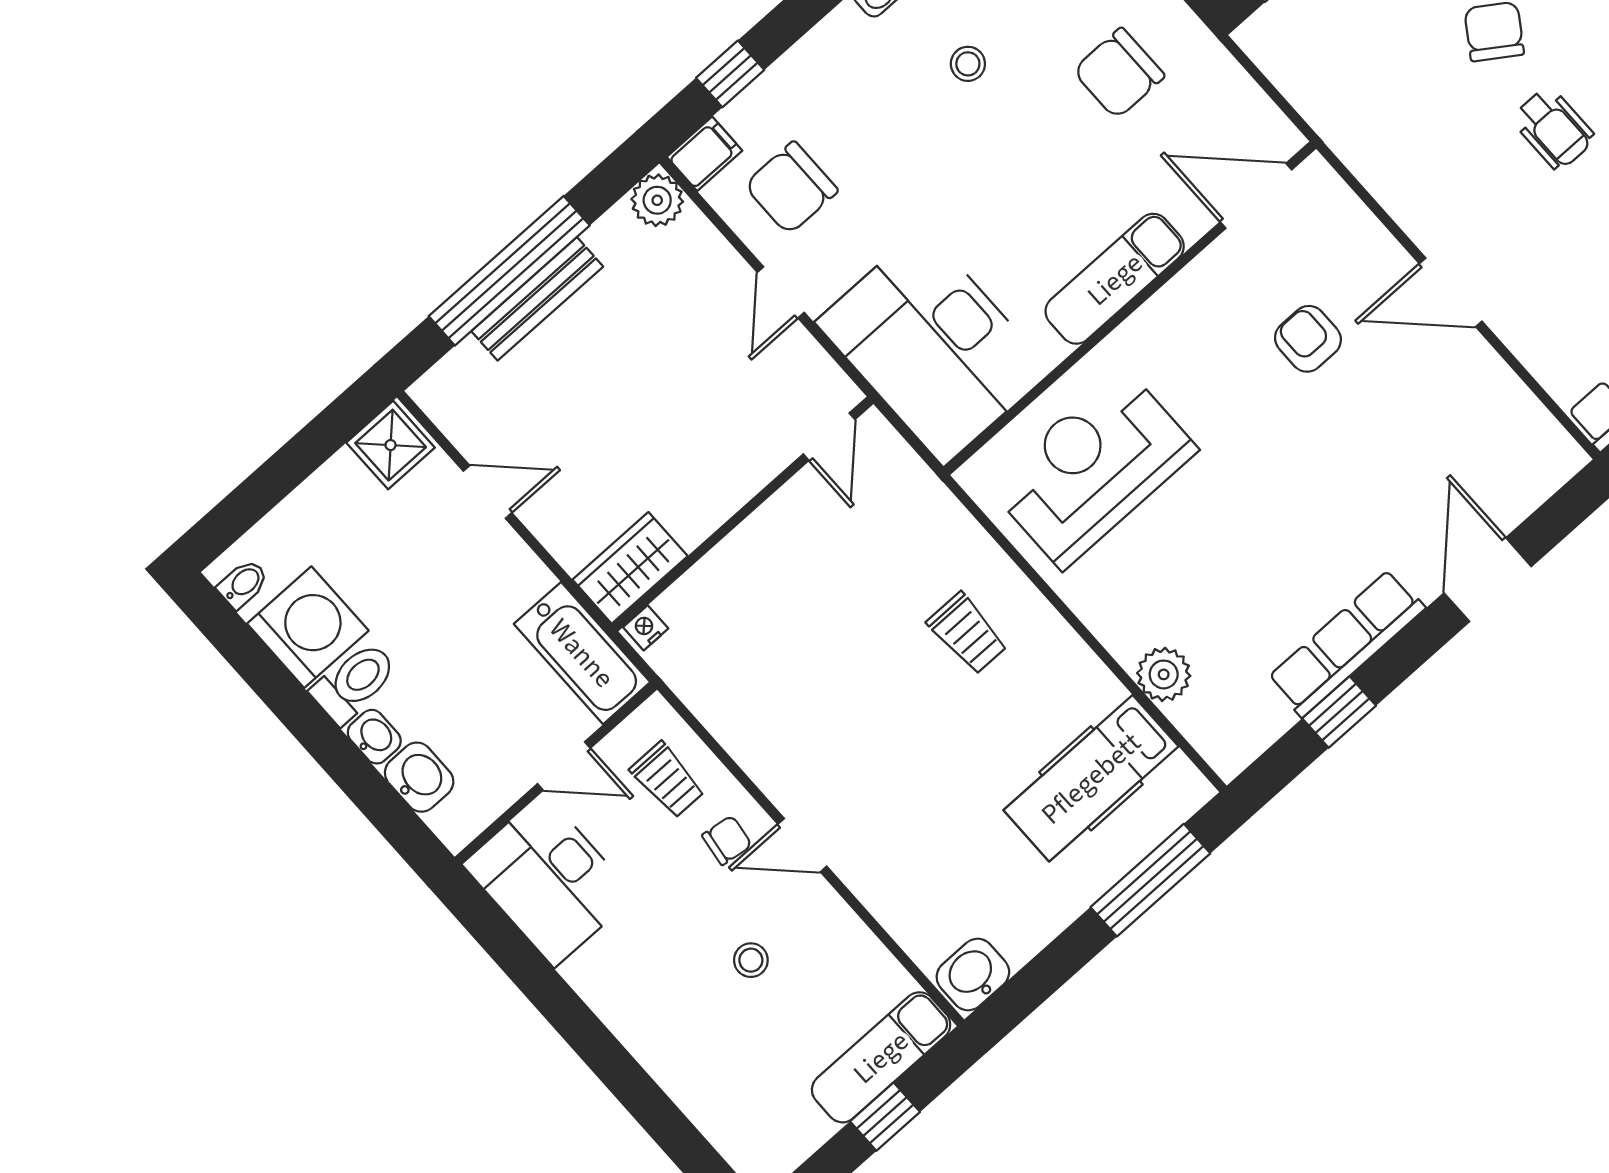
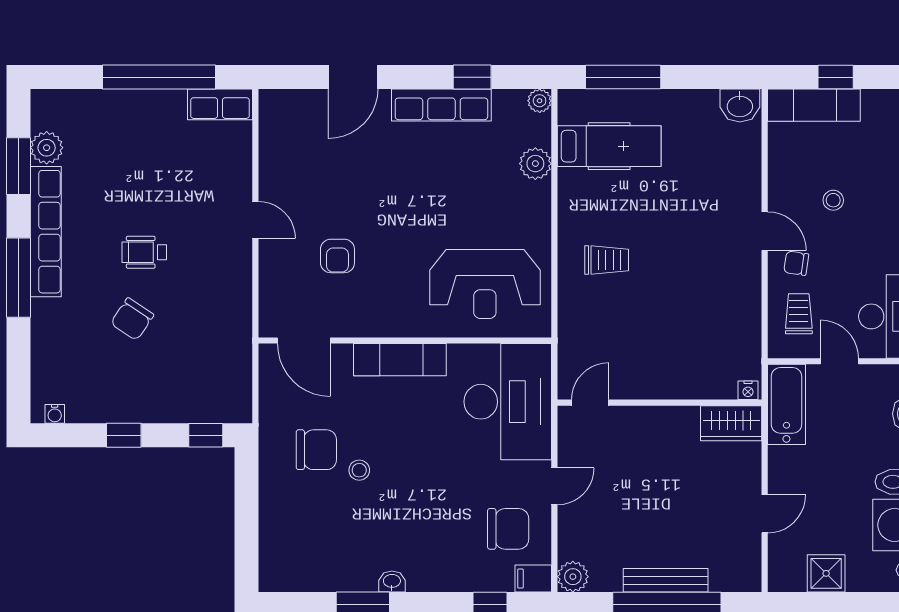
stool: (968, 64) -> (359, 470), moved
wheelchair: (1553, 128) -> (144, 252), turned -90
door: (1451, 292) -> (255, 220), width x0.73
shower: (391, 445) -> (826, 573), moved
door: (488, 492) -> (765, 514), swing flipped
trolley: (967, 633) -> (607, 260), turned 90
plant: (1228, 758) -> (540, 101), added

